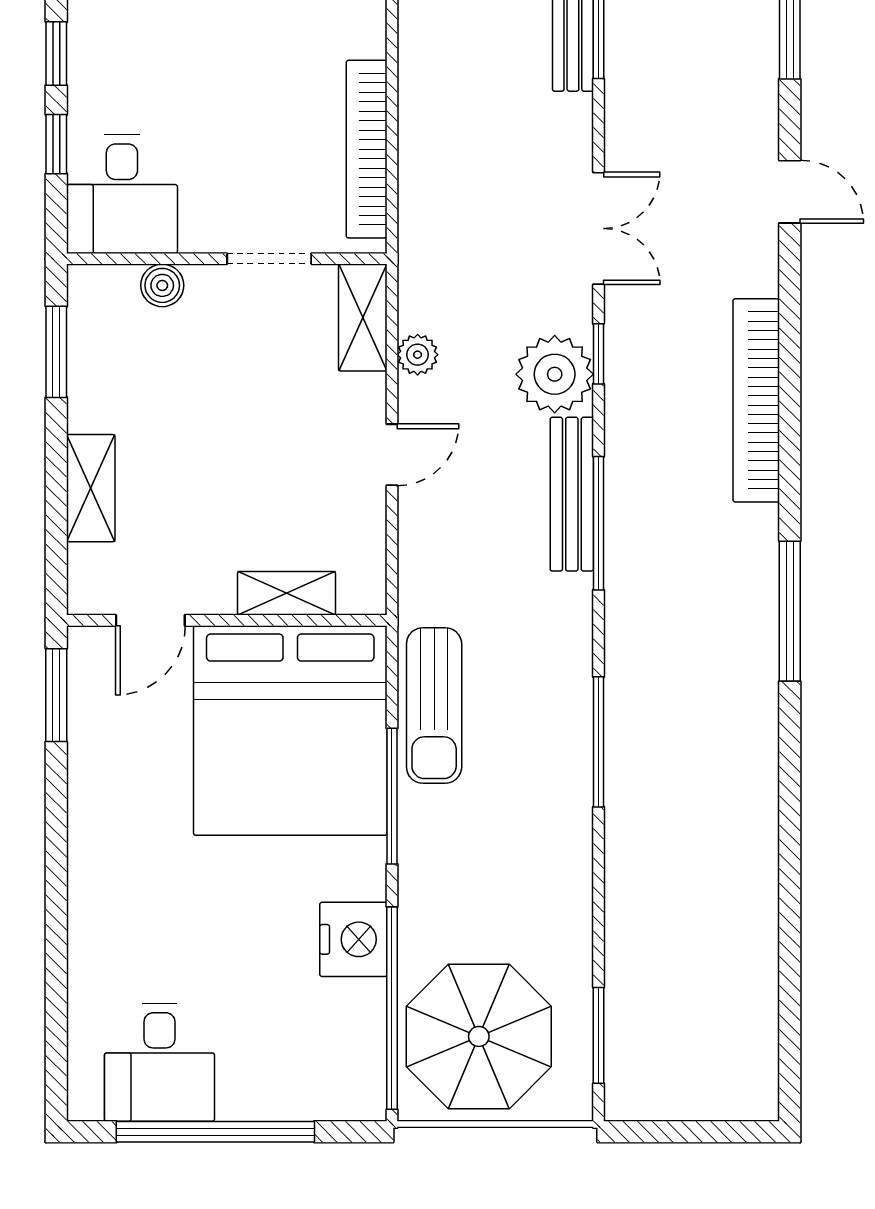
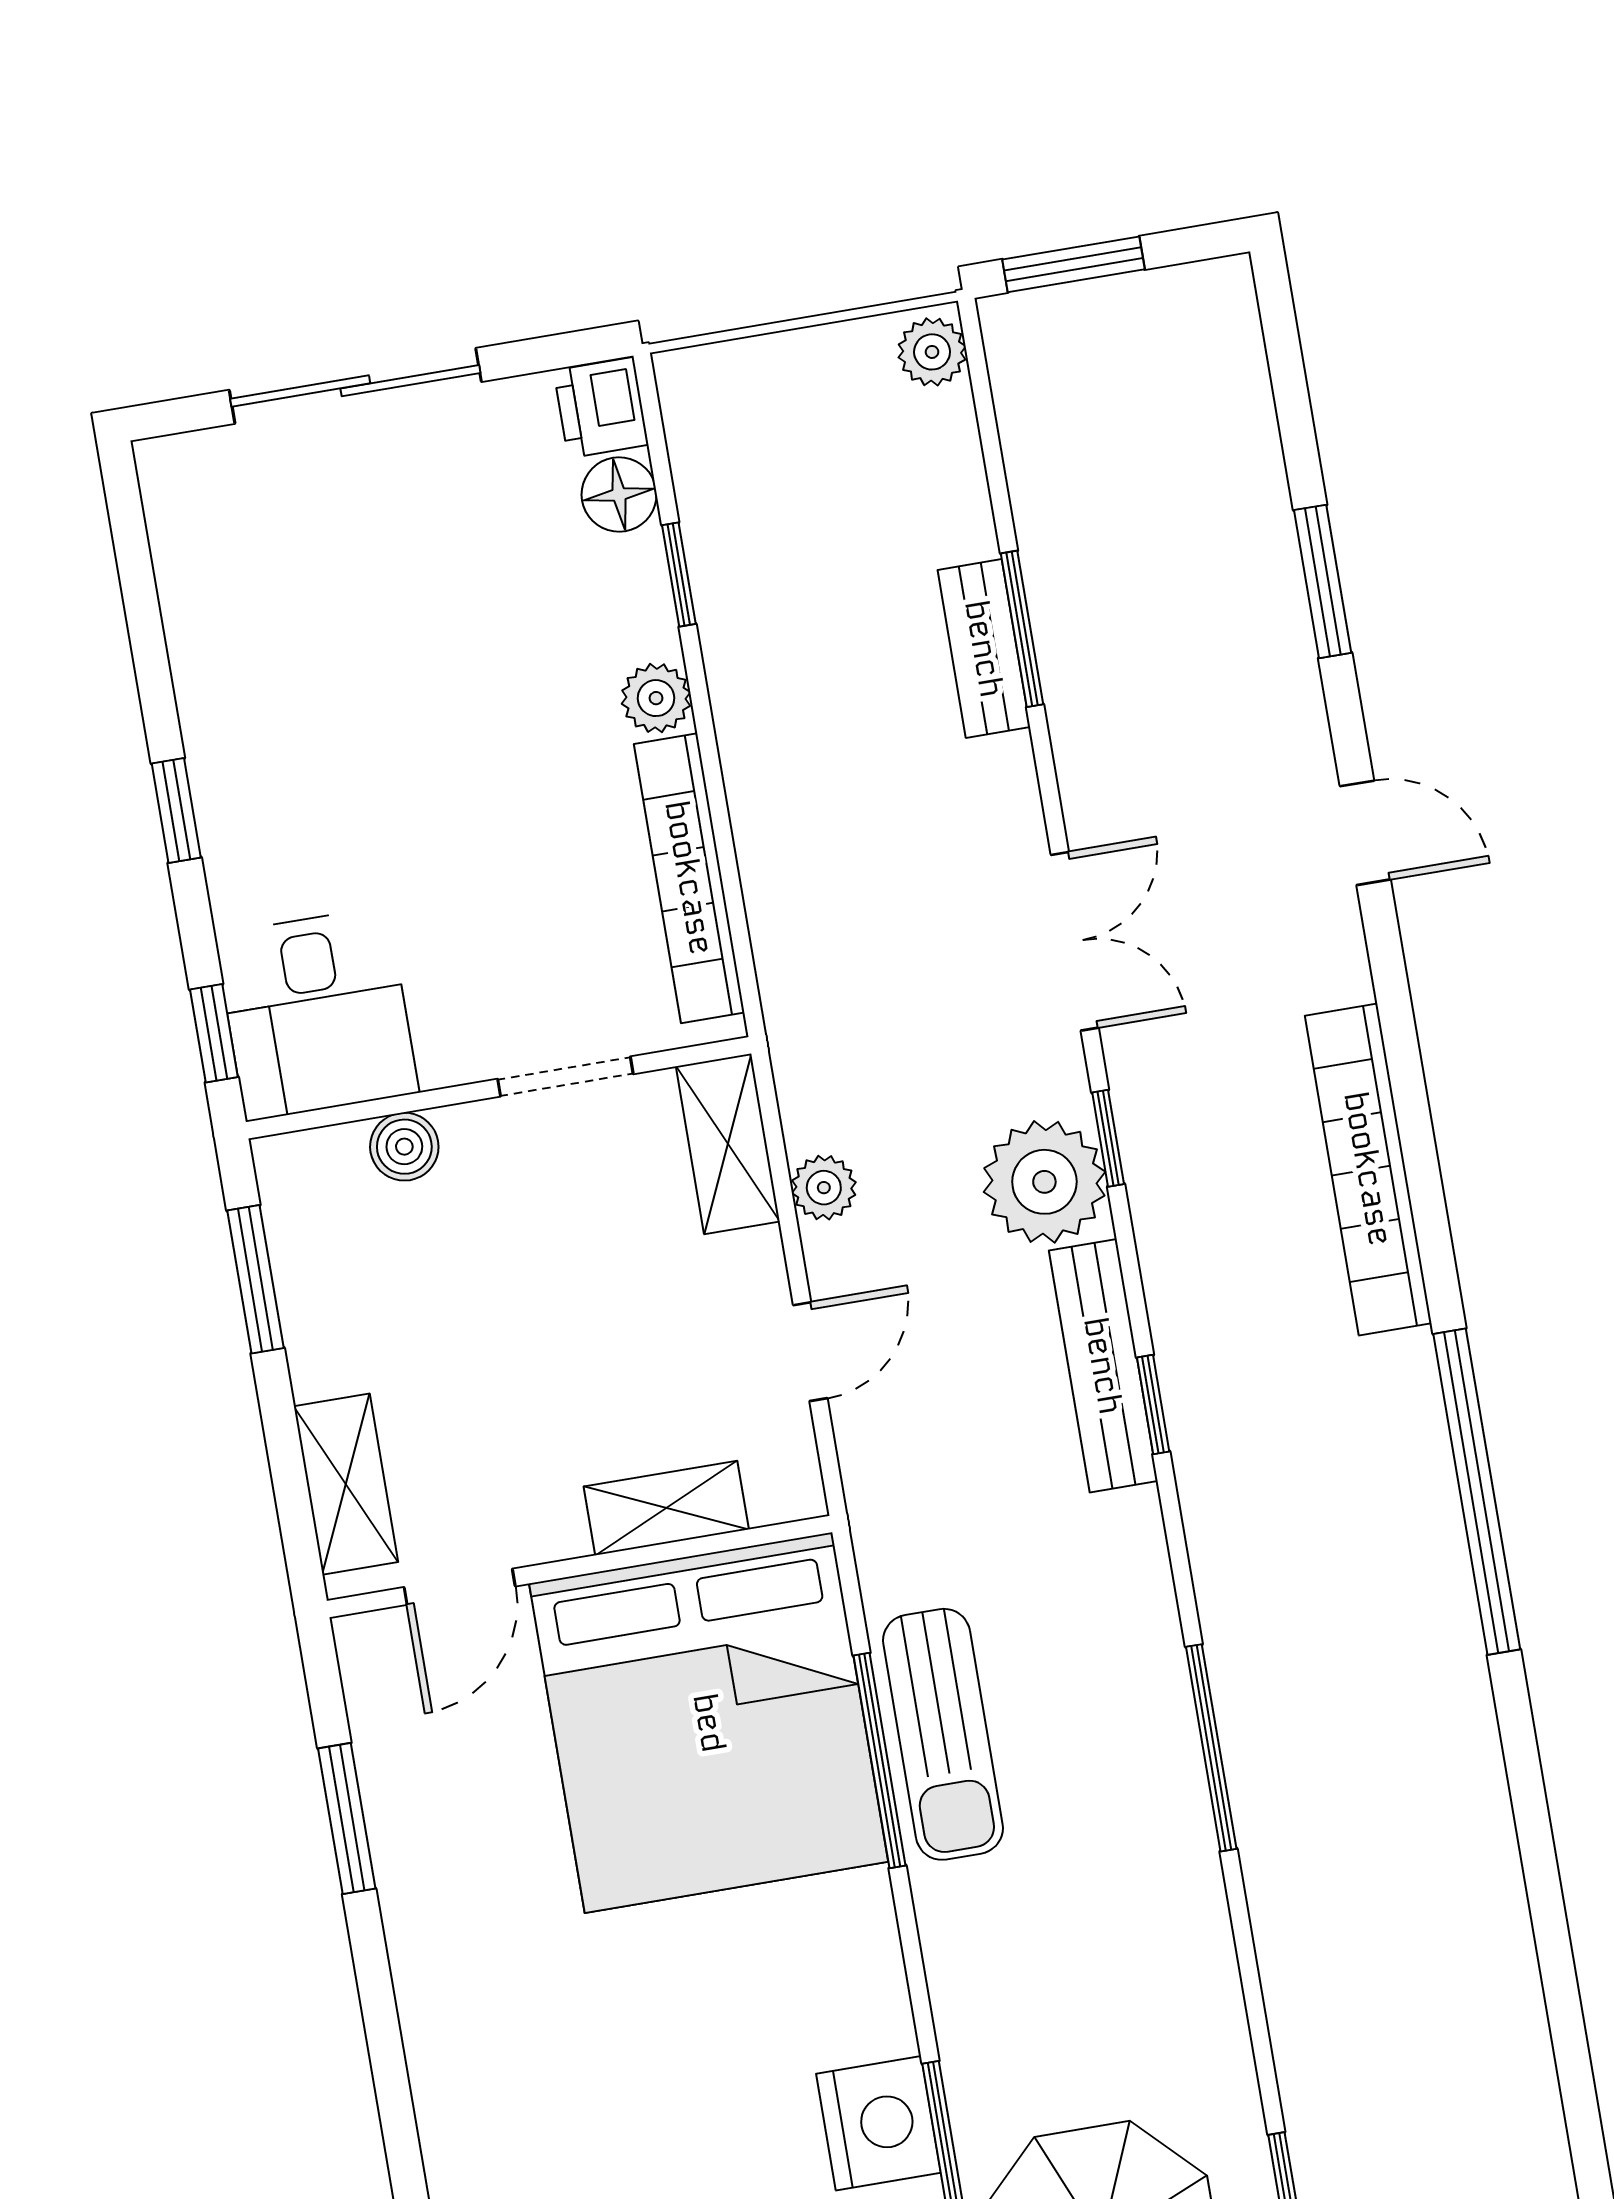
plant: (365, 34) -> (656, 698), added
window: (56, 144) -> (214, 1033), moved
window: (599, 523) -> (1153, 1404), width x0.46
shelving: (286, 593) -> (666, 1508), moved
window: (790, 611) -> (1477, 1492), width x1.46
door: (150, 620) -> (460, 1587), moved
wall: (227, 620) -> (580, 1567), moved
bed: (290, 730) -> (709, 1723), moved
window: (392, 796) -> (879, 1760), moved

